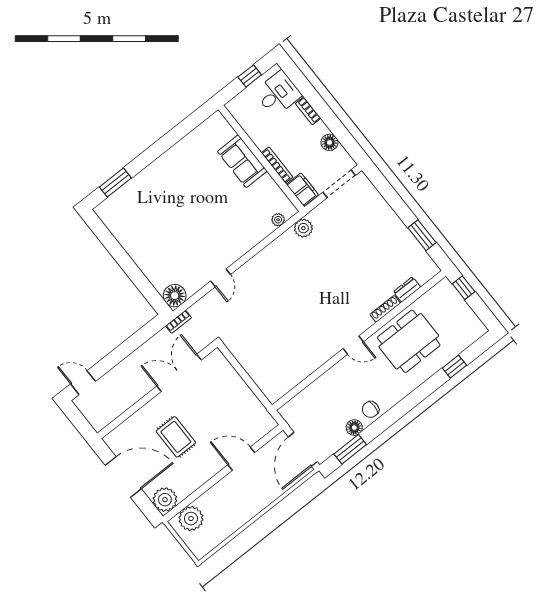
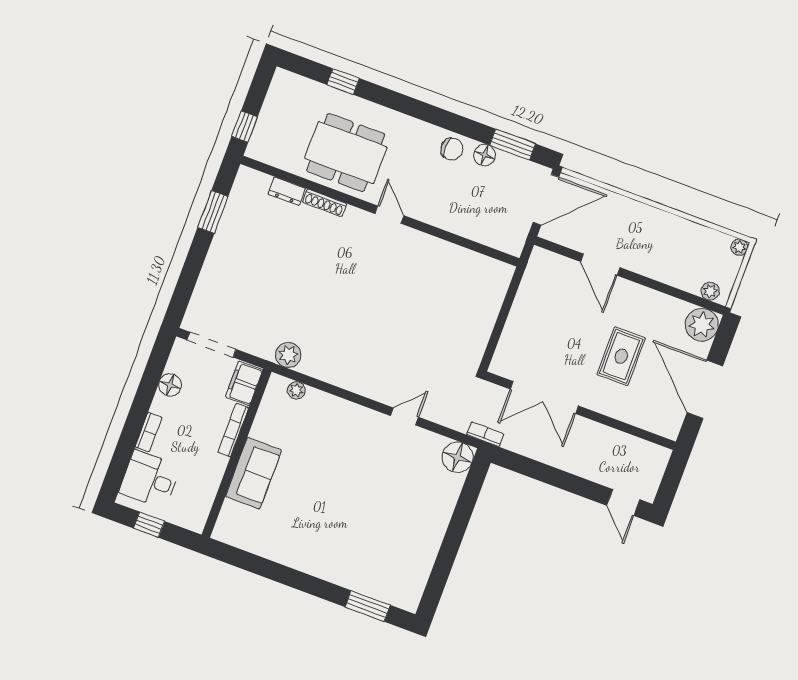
plant: (191, 519) -> (710, 291), width x0.53, depth x0.53
plant: (199, 553) -> (739, 247), added

